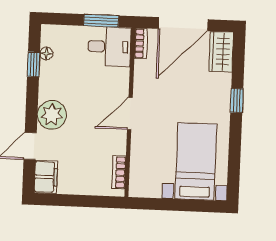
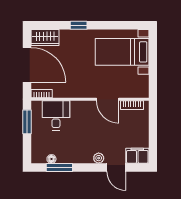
desk: (109, 47) -> (56, 115), moved
window: (34, 64) -> (59, 168), width x1.50
door: (130, 114) -> (108, 99), moved
plant: (52, 115) -> (99, 158), width x0.53, depth x0.53

